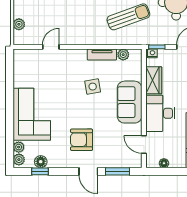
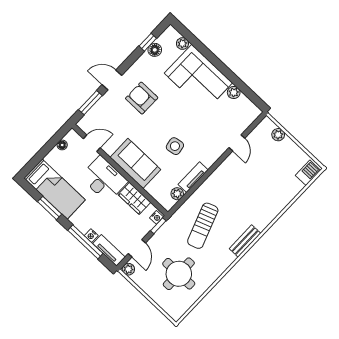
armchair: (82, 140) -> (142, 98), turned -90
plant: (19, 160) -> (234, 92), moved

